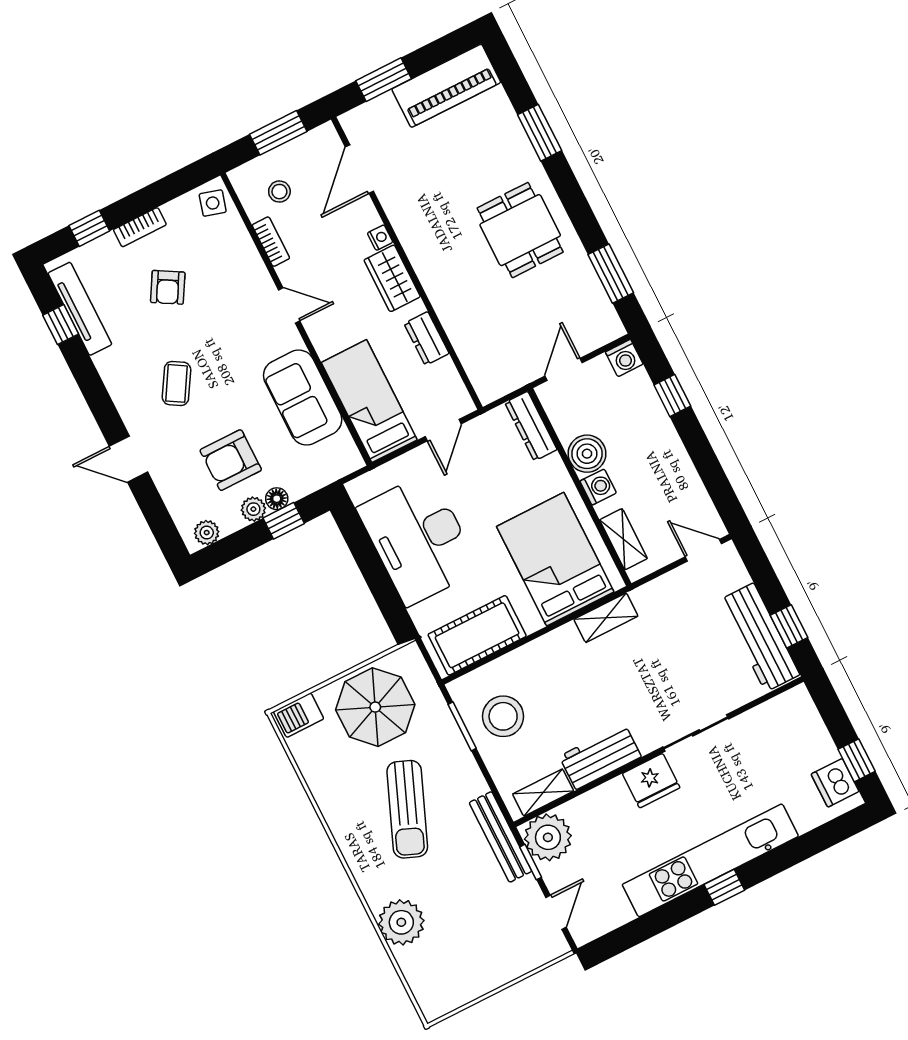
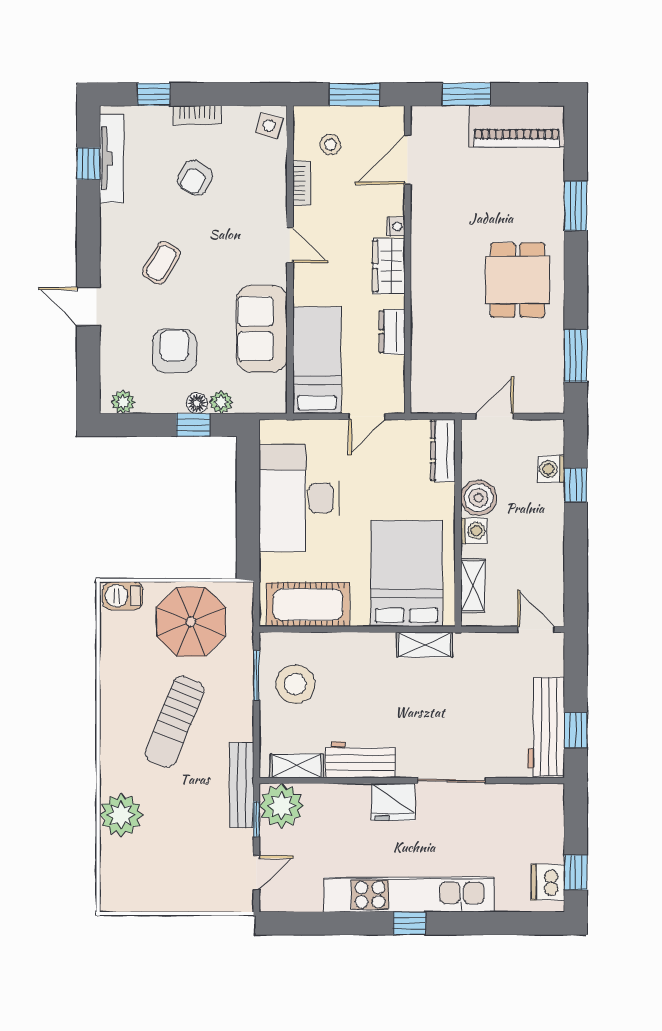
washing machine: (624, 358) -> (551, 469), moved, turned 90
armchair: (231, 460) -> (174, 351), turned 90
plant: (253, 509) -> (221, 402), moved

